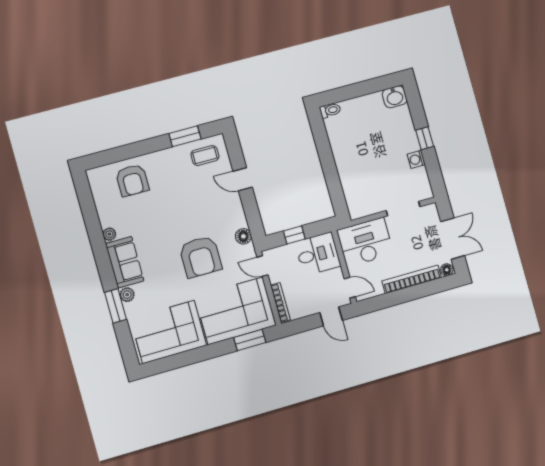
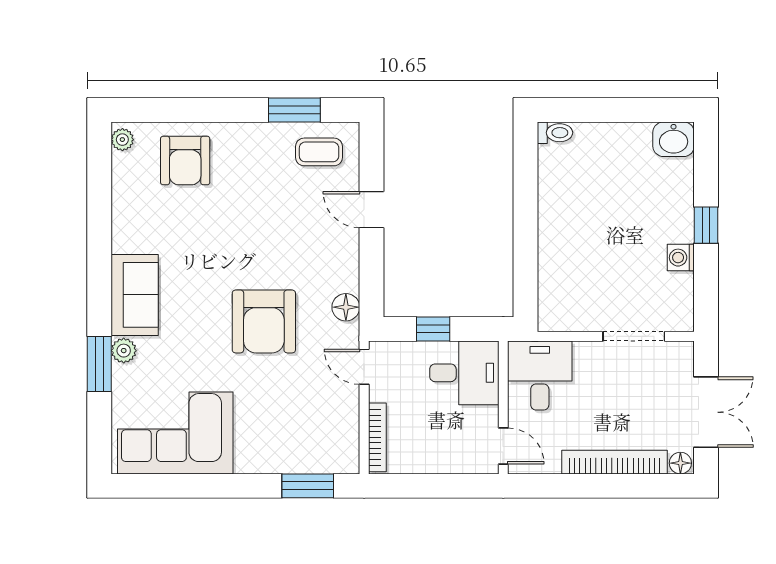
plant: (109, 234) -> (122, 140), moved
desk: (365, 242) -> (540, 375), width x0.73
corner sofa: (236, 311) -> (297, 430), removed
door: (331, 316) -> (457, 486), removed

